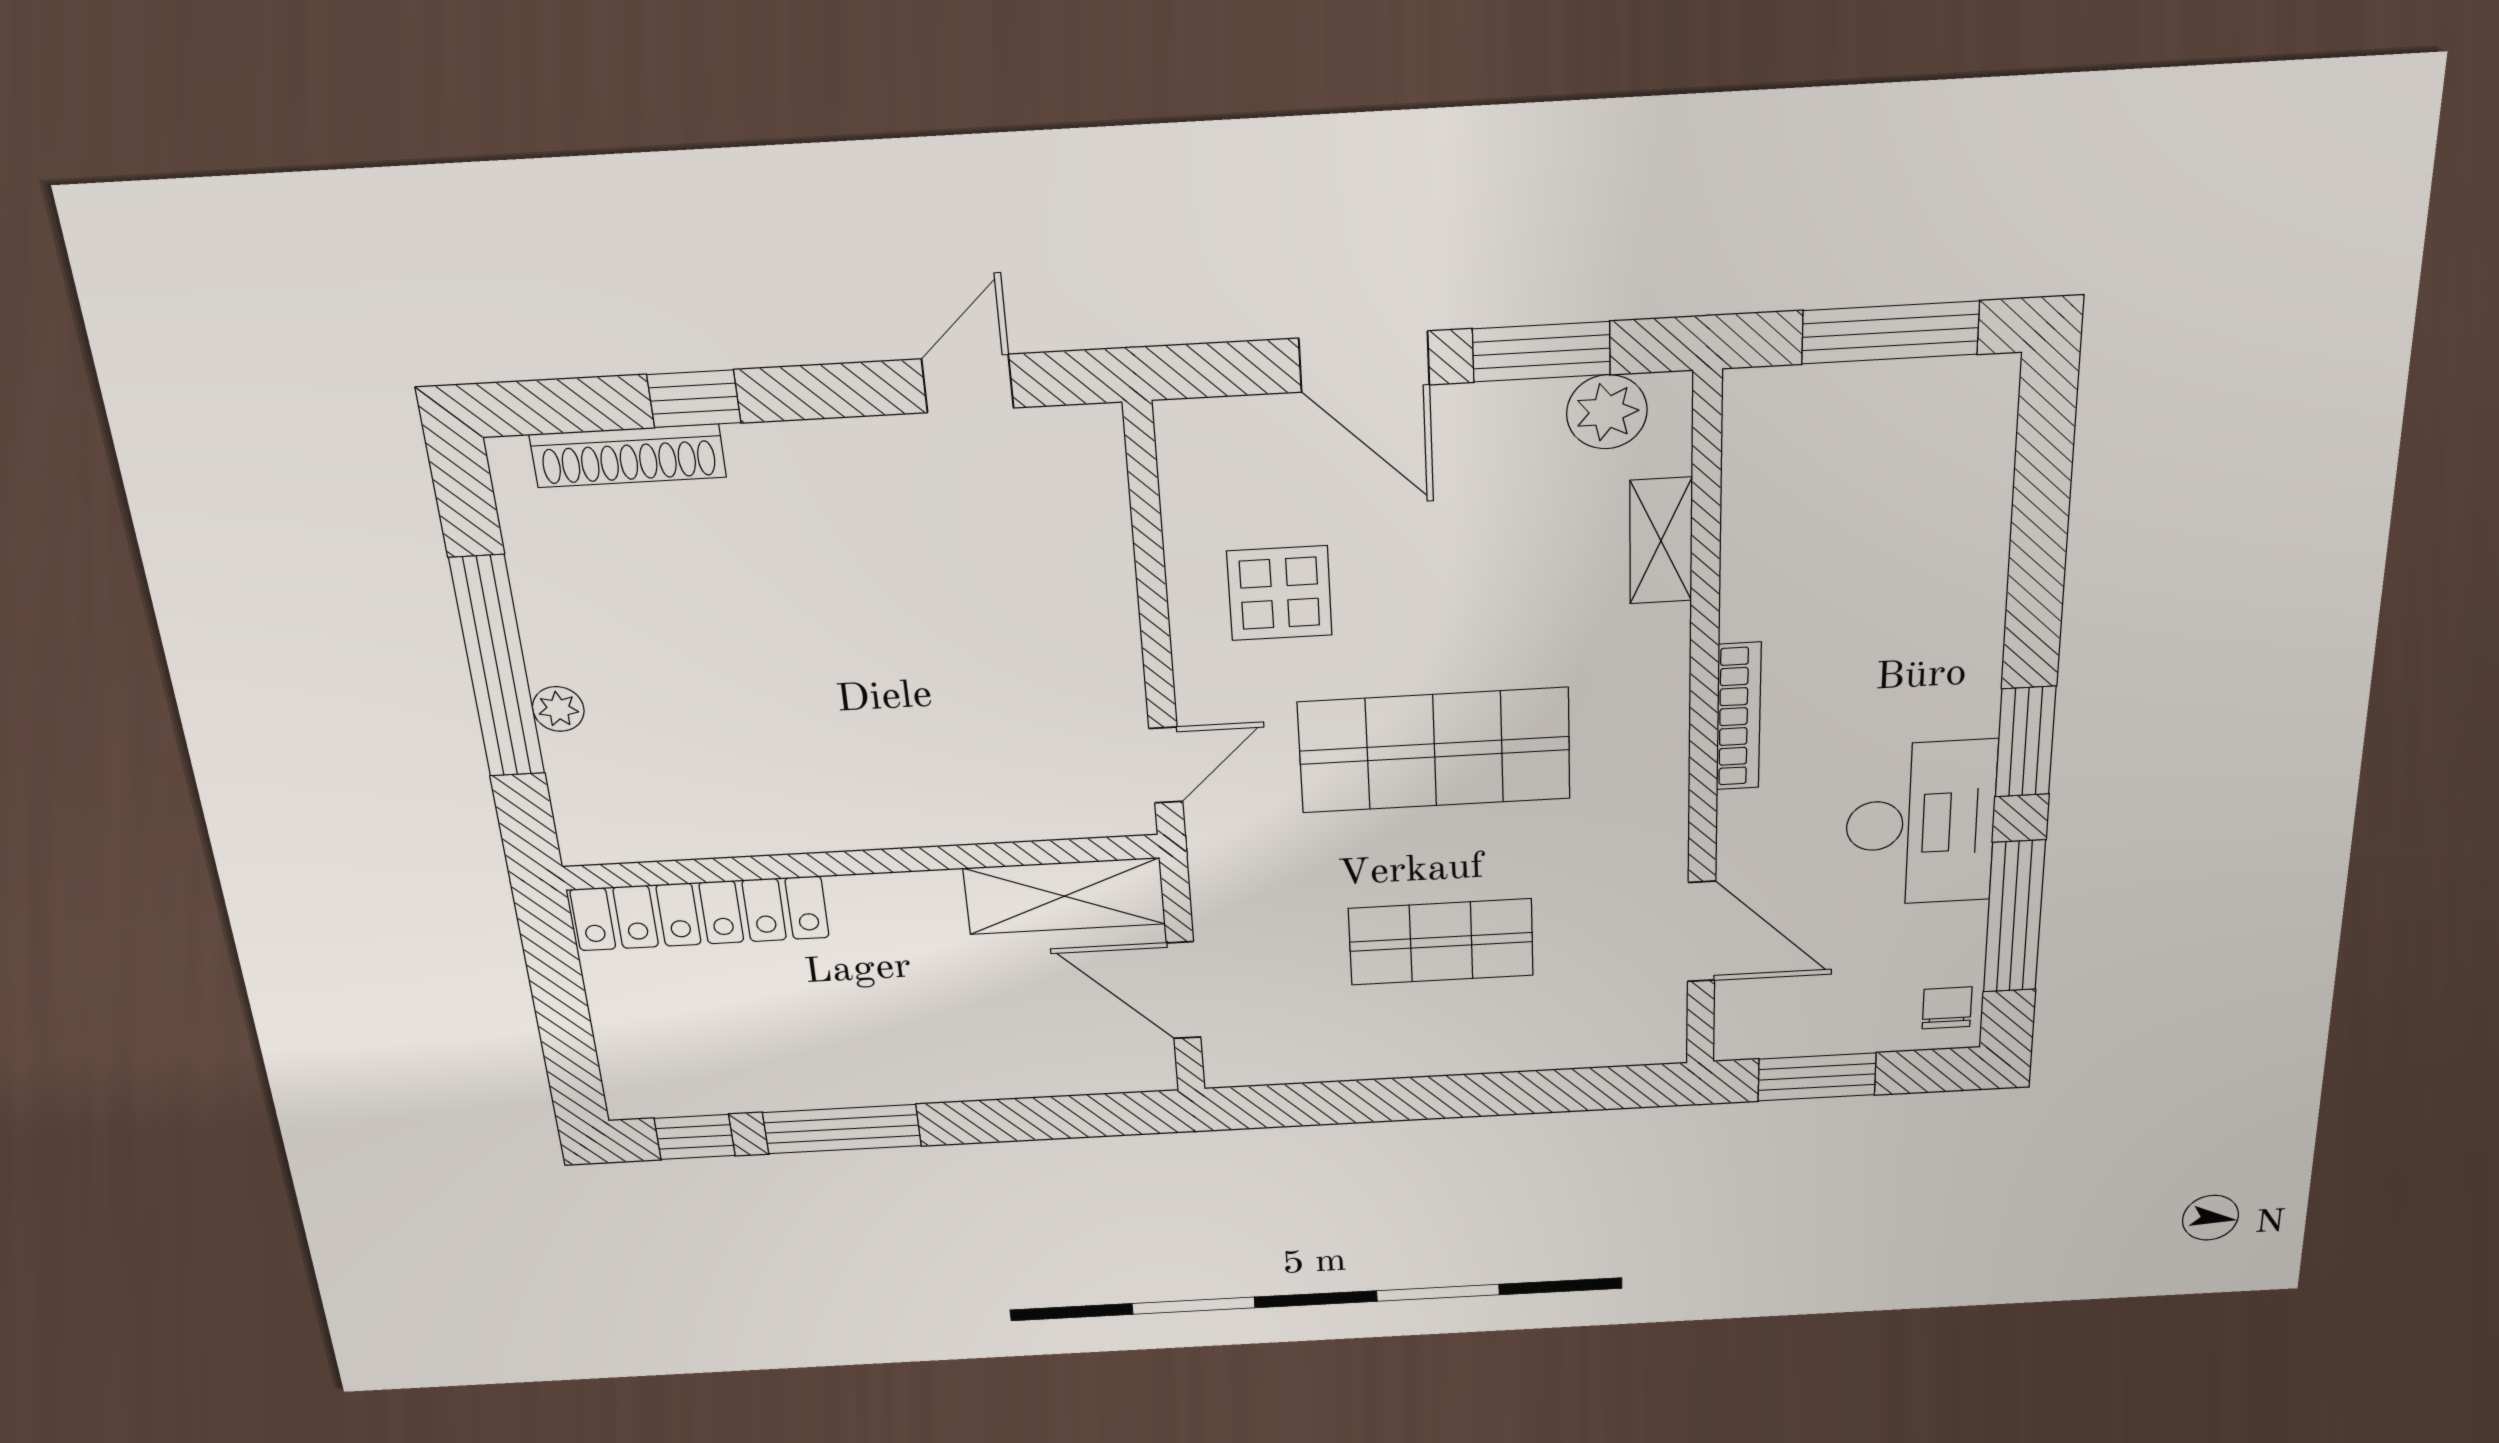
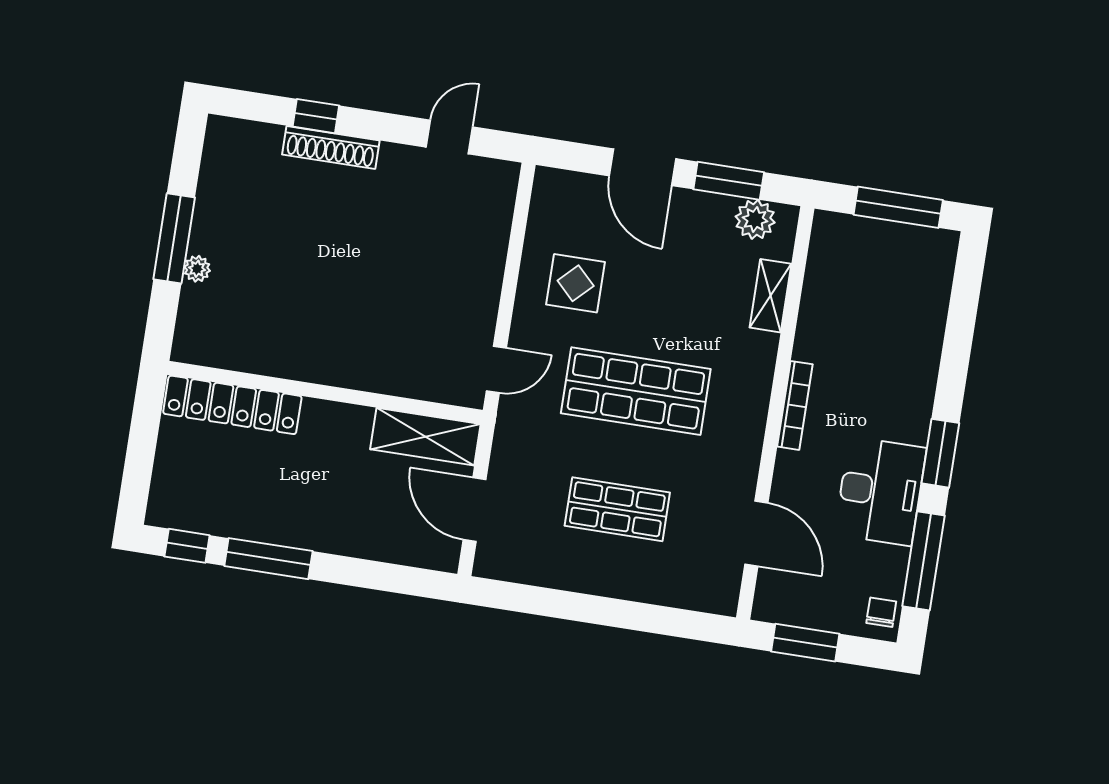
shoe rack: (628, 456) -> (331, 147), moved
window: (497, 667) -> (174, 238), width x0.68

